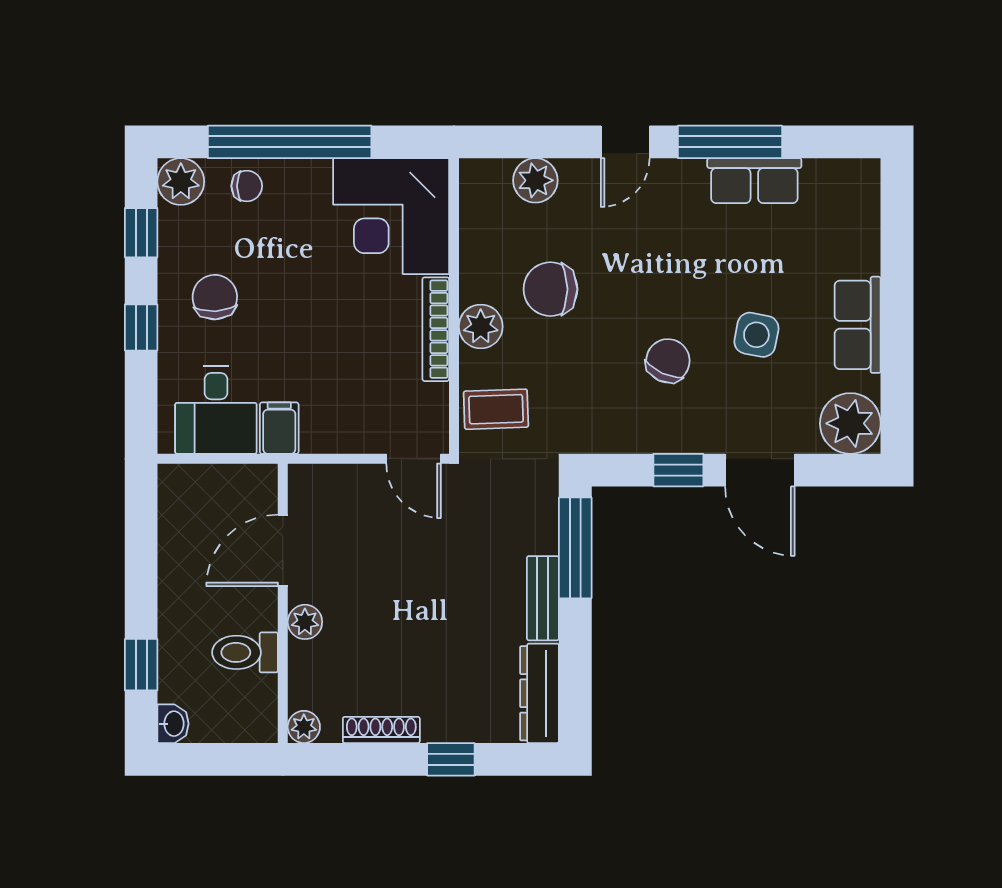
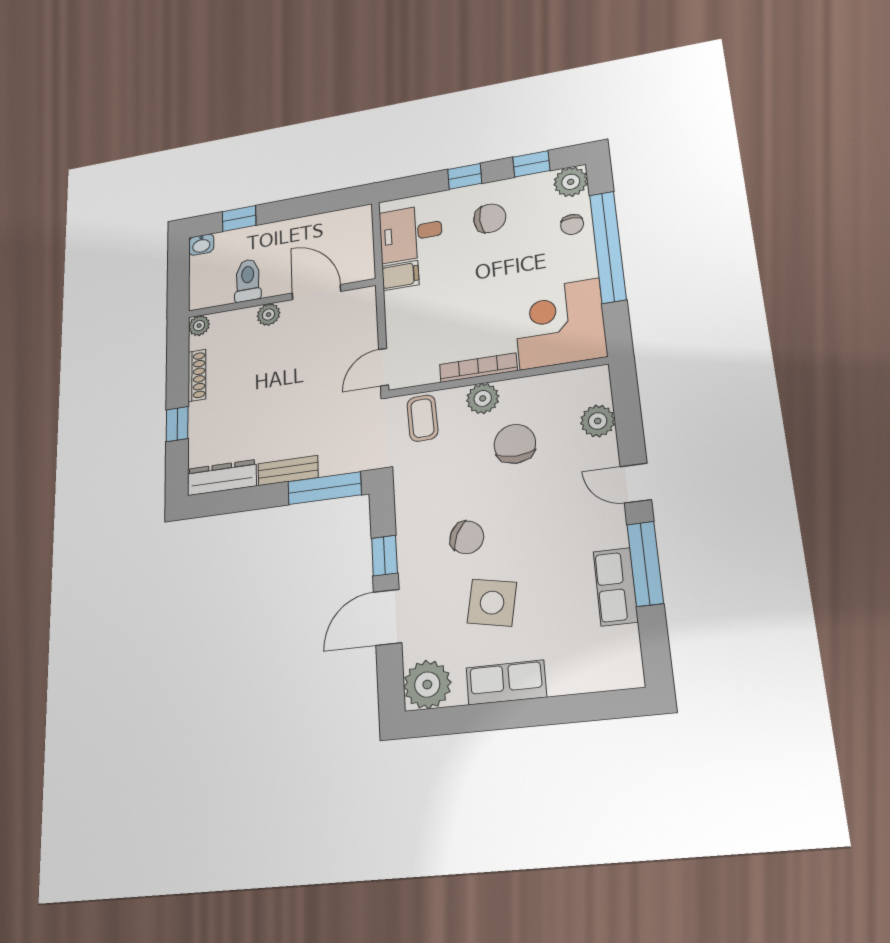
side table: (756, 335) -> (492, 603), width x1.37, depth x1.37

